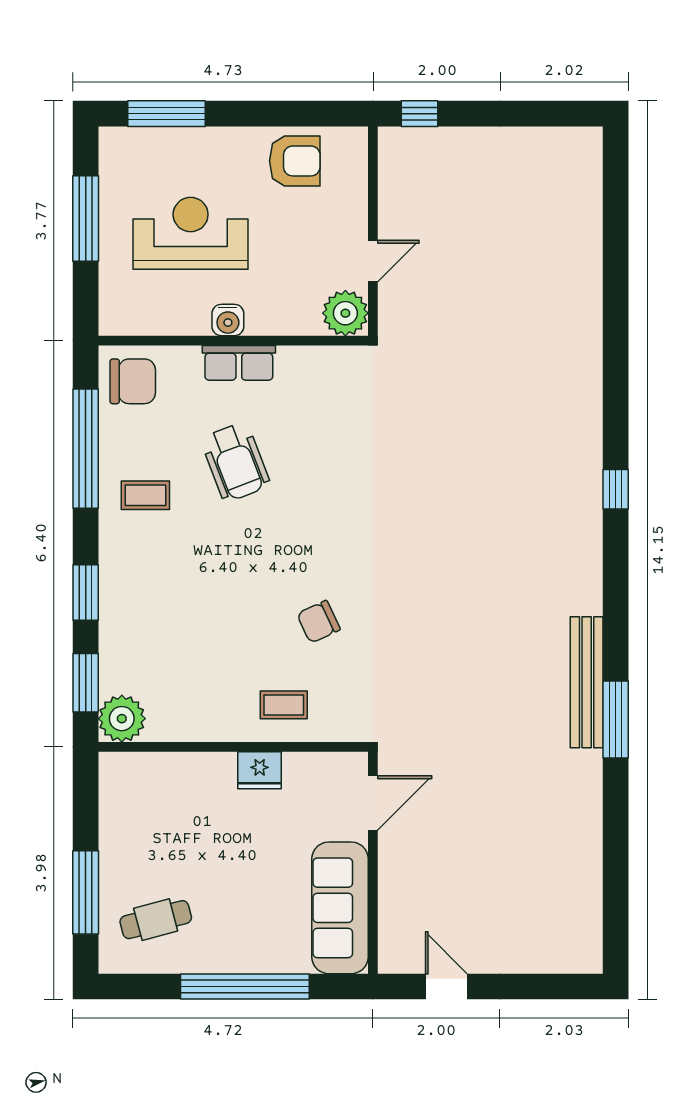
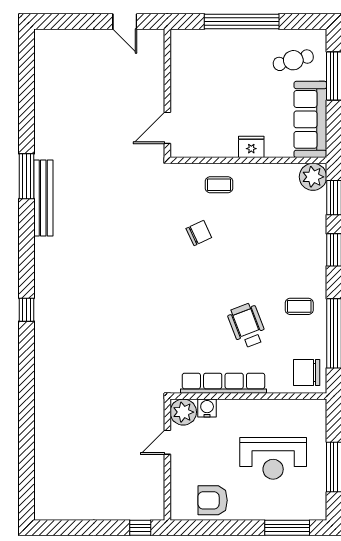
water cooler: (228, 320) -> (207, 408), moved
row of seats: (239, 363) -> (223, 383), width x2.02
fridge: (260, 770) -> (251, 147), moved
sofa: (340, 908) -> (310, 119), moved, turned 180

